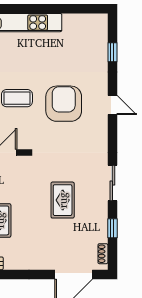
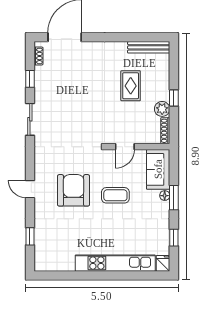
armchair: (64, 104) -> (74, 190), turned 180
rug: (63, 200) -> (75, 104), removed

